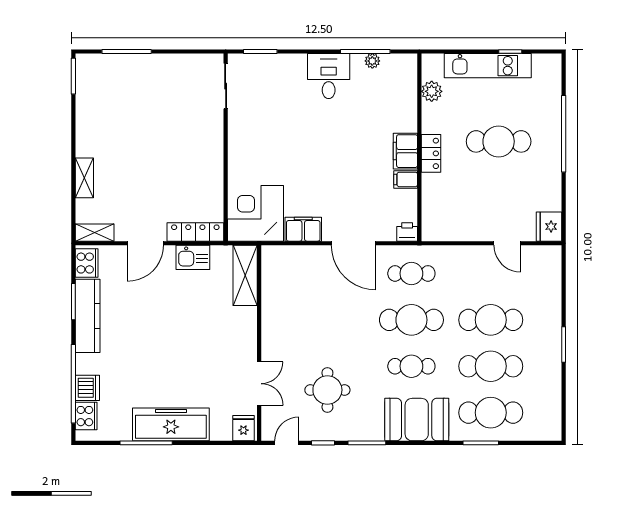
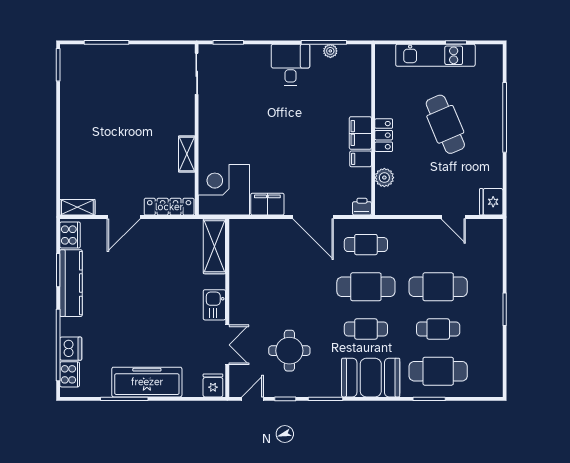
plant: (432, 91) -> (384, 178), moved
cafe table: (499, 141) -> (445, 124), turned 67
shelving: (84, 178) -> (187, 154), moved
kitchen sink: (193, 257) -> (214, 305), moved, turned 90
cafe table: (491, 366) -> (438, 329), width x0.73, depth x0.74

